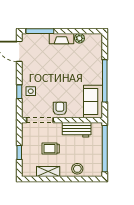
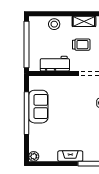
plant: (79, 38) -> (34, 156), moved
sofa: (93, 101) -> (38, 107), moved
armchair: (60, 109) -> (72, 85), removed

